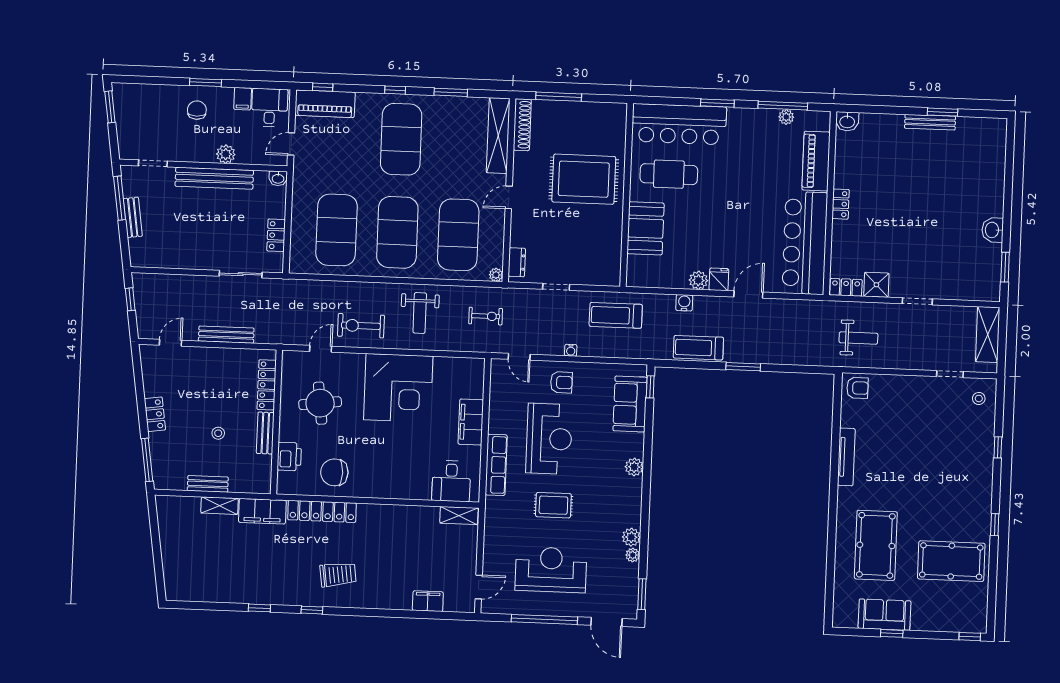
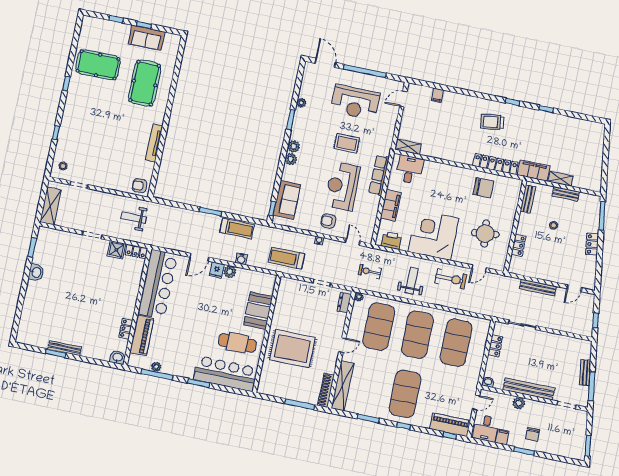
locker: (841, 204) -> (126, 329), moved
treadmill: (616, 315) -> (287, 258), turned 180
locker: (267, 385) -> (519, 245), width x0.66
bench: (265, 433) -> (528, 199), moved
printer: (289, 457) -> (391, 241), moved, turned 90
plant: (631, 537) -> (294, 146), moved
window: (642, 594) -> (291, 120), moved
filing cabinet: (428, 601) -> (437, 95), width x0.50
window: (970, 637) -> (116, 19), moved

